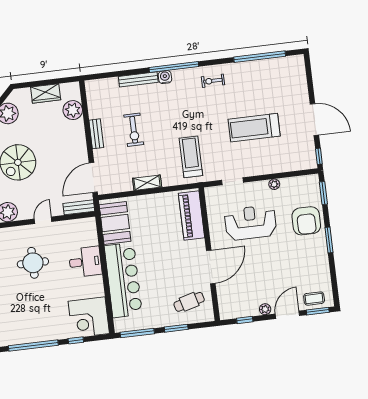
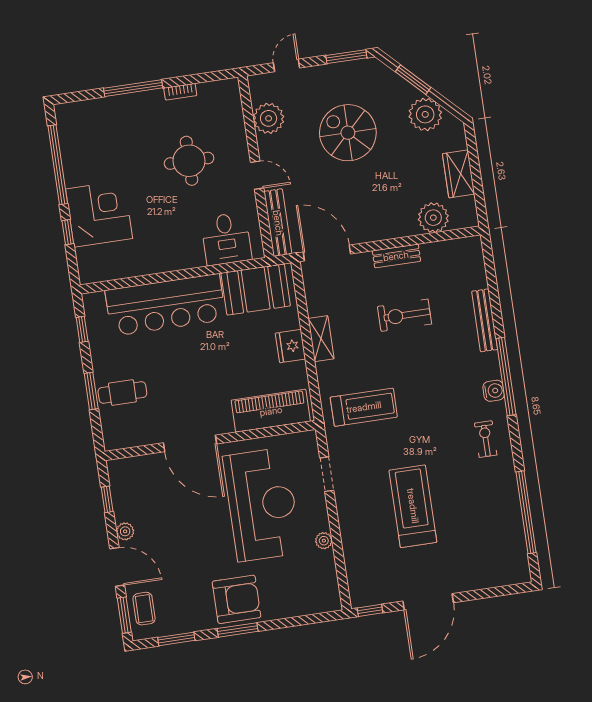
water cooler: (165, 77) -> (494, 391), moved
window: (323, 193) -> (176, 639), moved
fridge: (151, 202) -> (290, 346), added
bench: (79, 207) -> (278, 223), width x1.36
armchair: (306, 221) -> (237, 599), moved, turned 180
reception desk: (250, 223) -> (262, 505), width x1.36, depth x1.30
desk: (85, 262) -> (226, 239), moved
cafe table: (189, 302) -> (122, 393), moved, turned -75
corner desk: (89, 317) -> (99, 214), moved, turned 90
window: (137, 333) -> (82, 329), width x0.46

